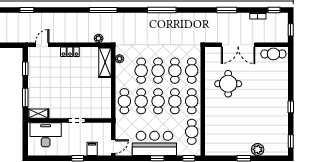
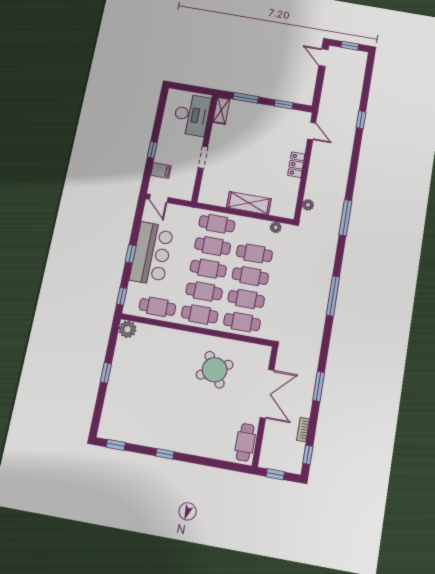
double door: (238, 45) -> (267, 394), swing flipped
shelving: (105, 62) -> (249, 203), moved
round table: (228, 84) -> (215, 370), turned -30
plant: (258, 149) -> (128, 329), moved

